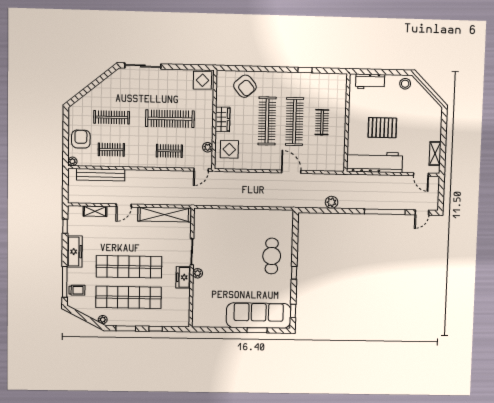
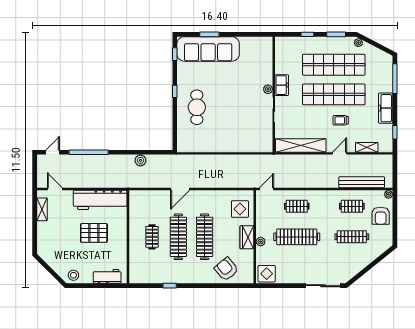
plant: (208, 147) -> (261, 242), moved
door: (291, 172) -> (180, 189), hinge flipped
trolley: (77, 290) -> (341, 120), moved

